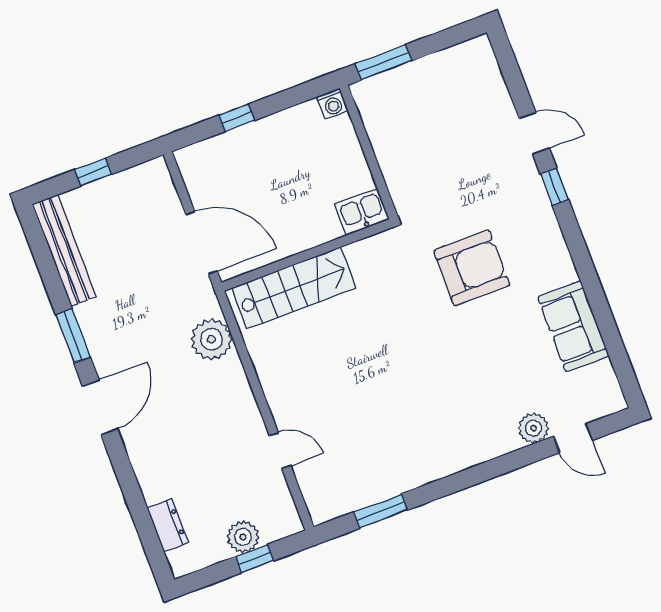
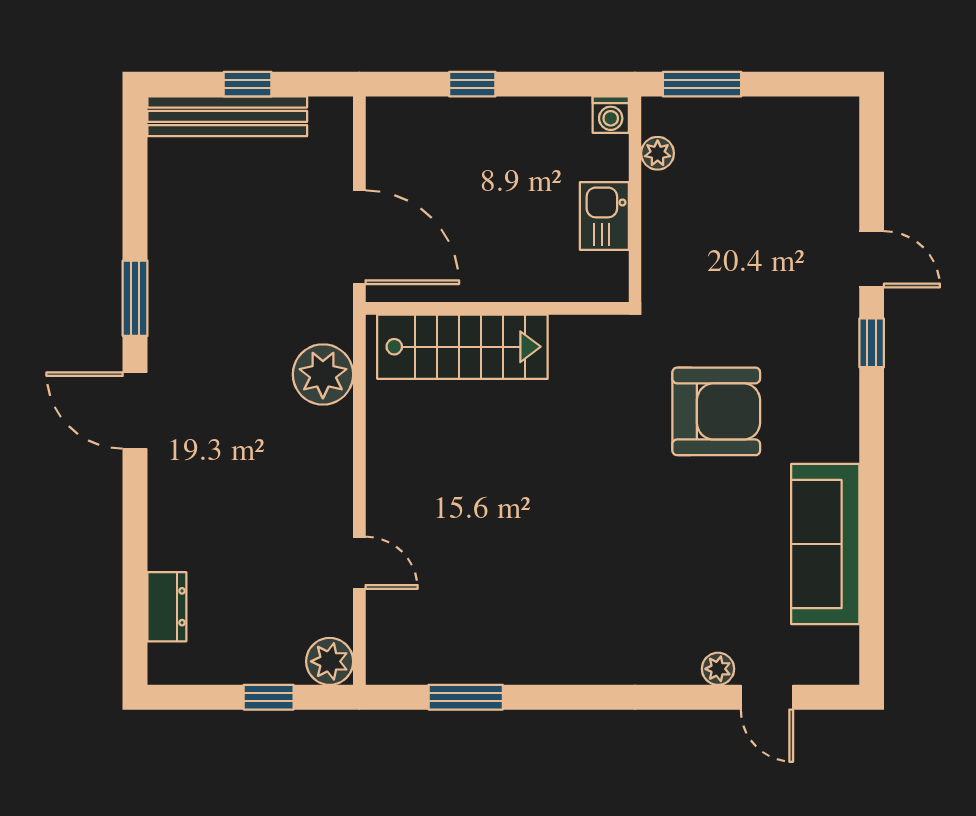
plant: (372, 117) -> (658, 153), added
kitchen sink: (362, 212) -> (604, 216), moved, turned -90
bench: (64, 250) -> (227, 116), moved, turned 90
sofa: (573, 326) -> (825, 544), width x1.36
door: (100, 408) -> (135, 410), swing flipped
plant: (533, 428) -> (718, 669), width x0.73, depth x0.73
plant: (243, 537) -> (330, 661), moved

